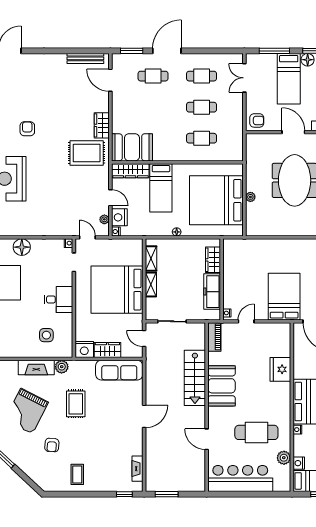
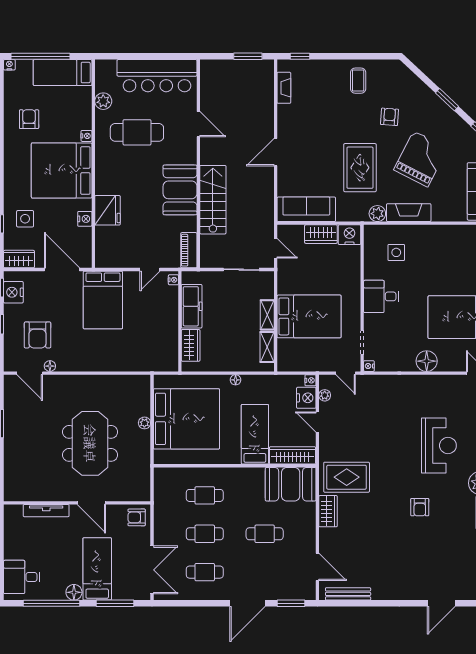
cafe table: (153, 76) -> (265, 534), moved
double door: (244, 78) -> (152, 570), width x1.37
bed: (117, 290) -> (309, 316), width x0.73
rug: (76, 404) -> (360, 168), width x1.36, depth x1.43
nightstand: (299, 463) -> (85, 219), moved

